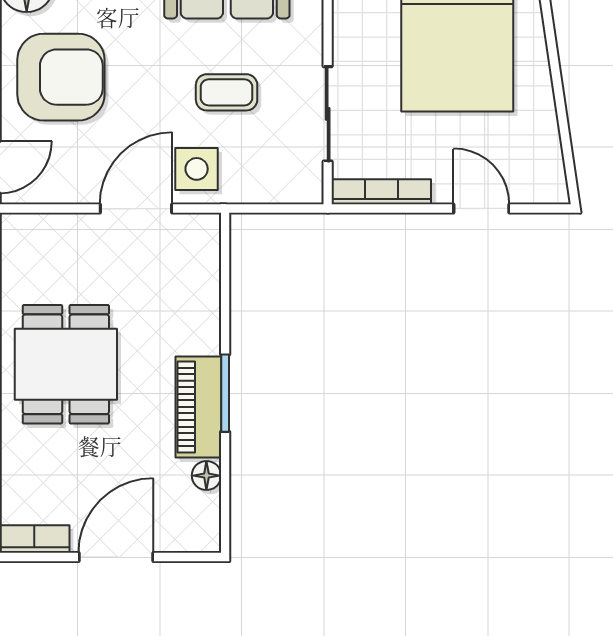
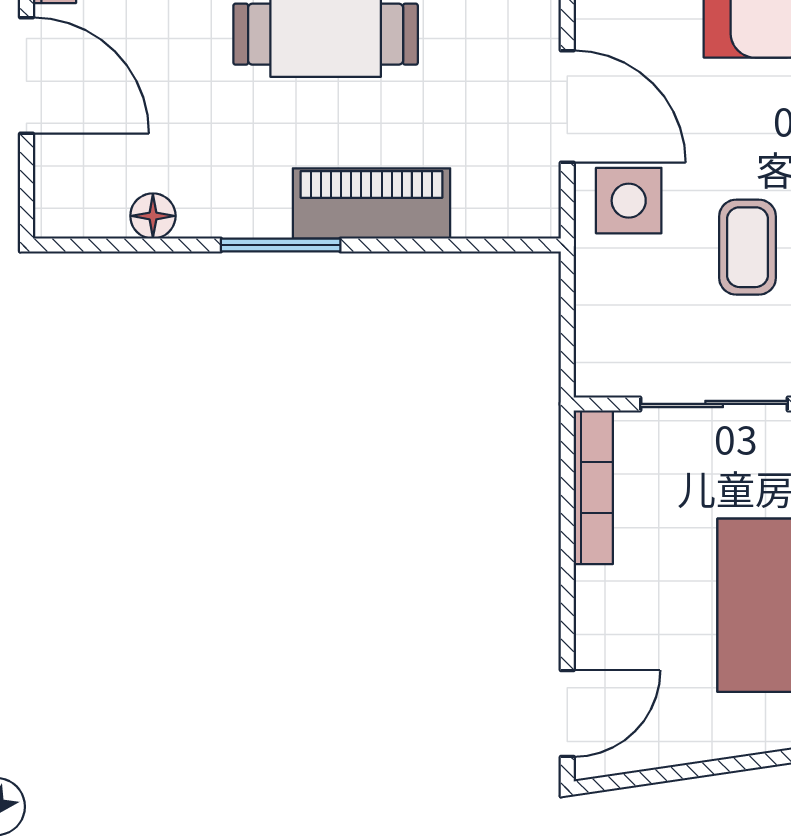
door: (481, 209) -> (567, 713), moved
piano: (198, 407) -> (371, 203), moved

